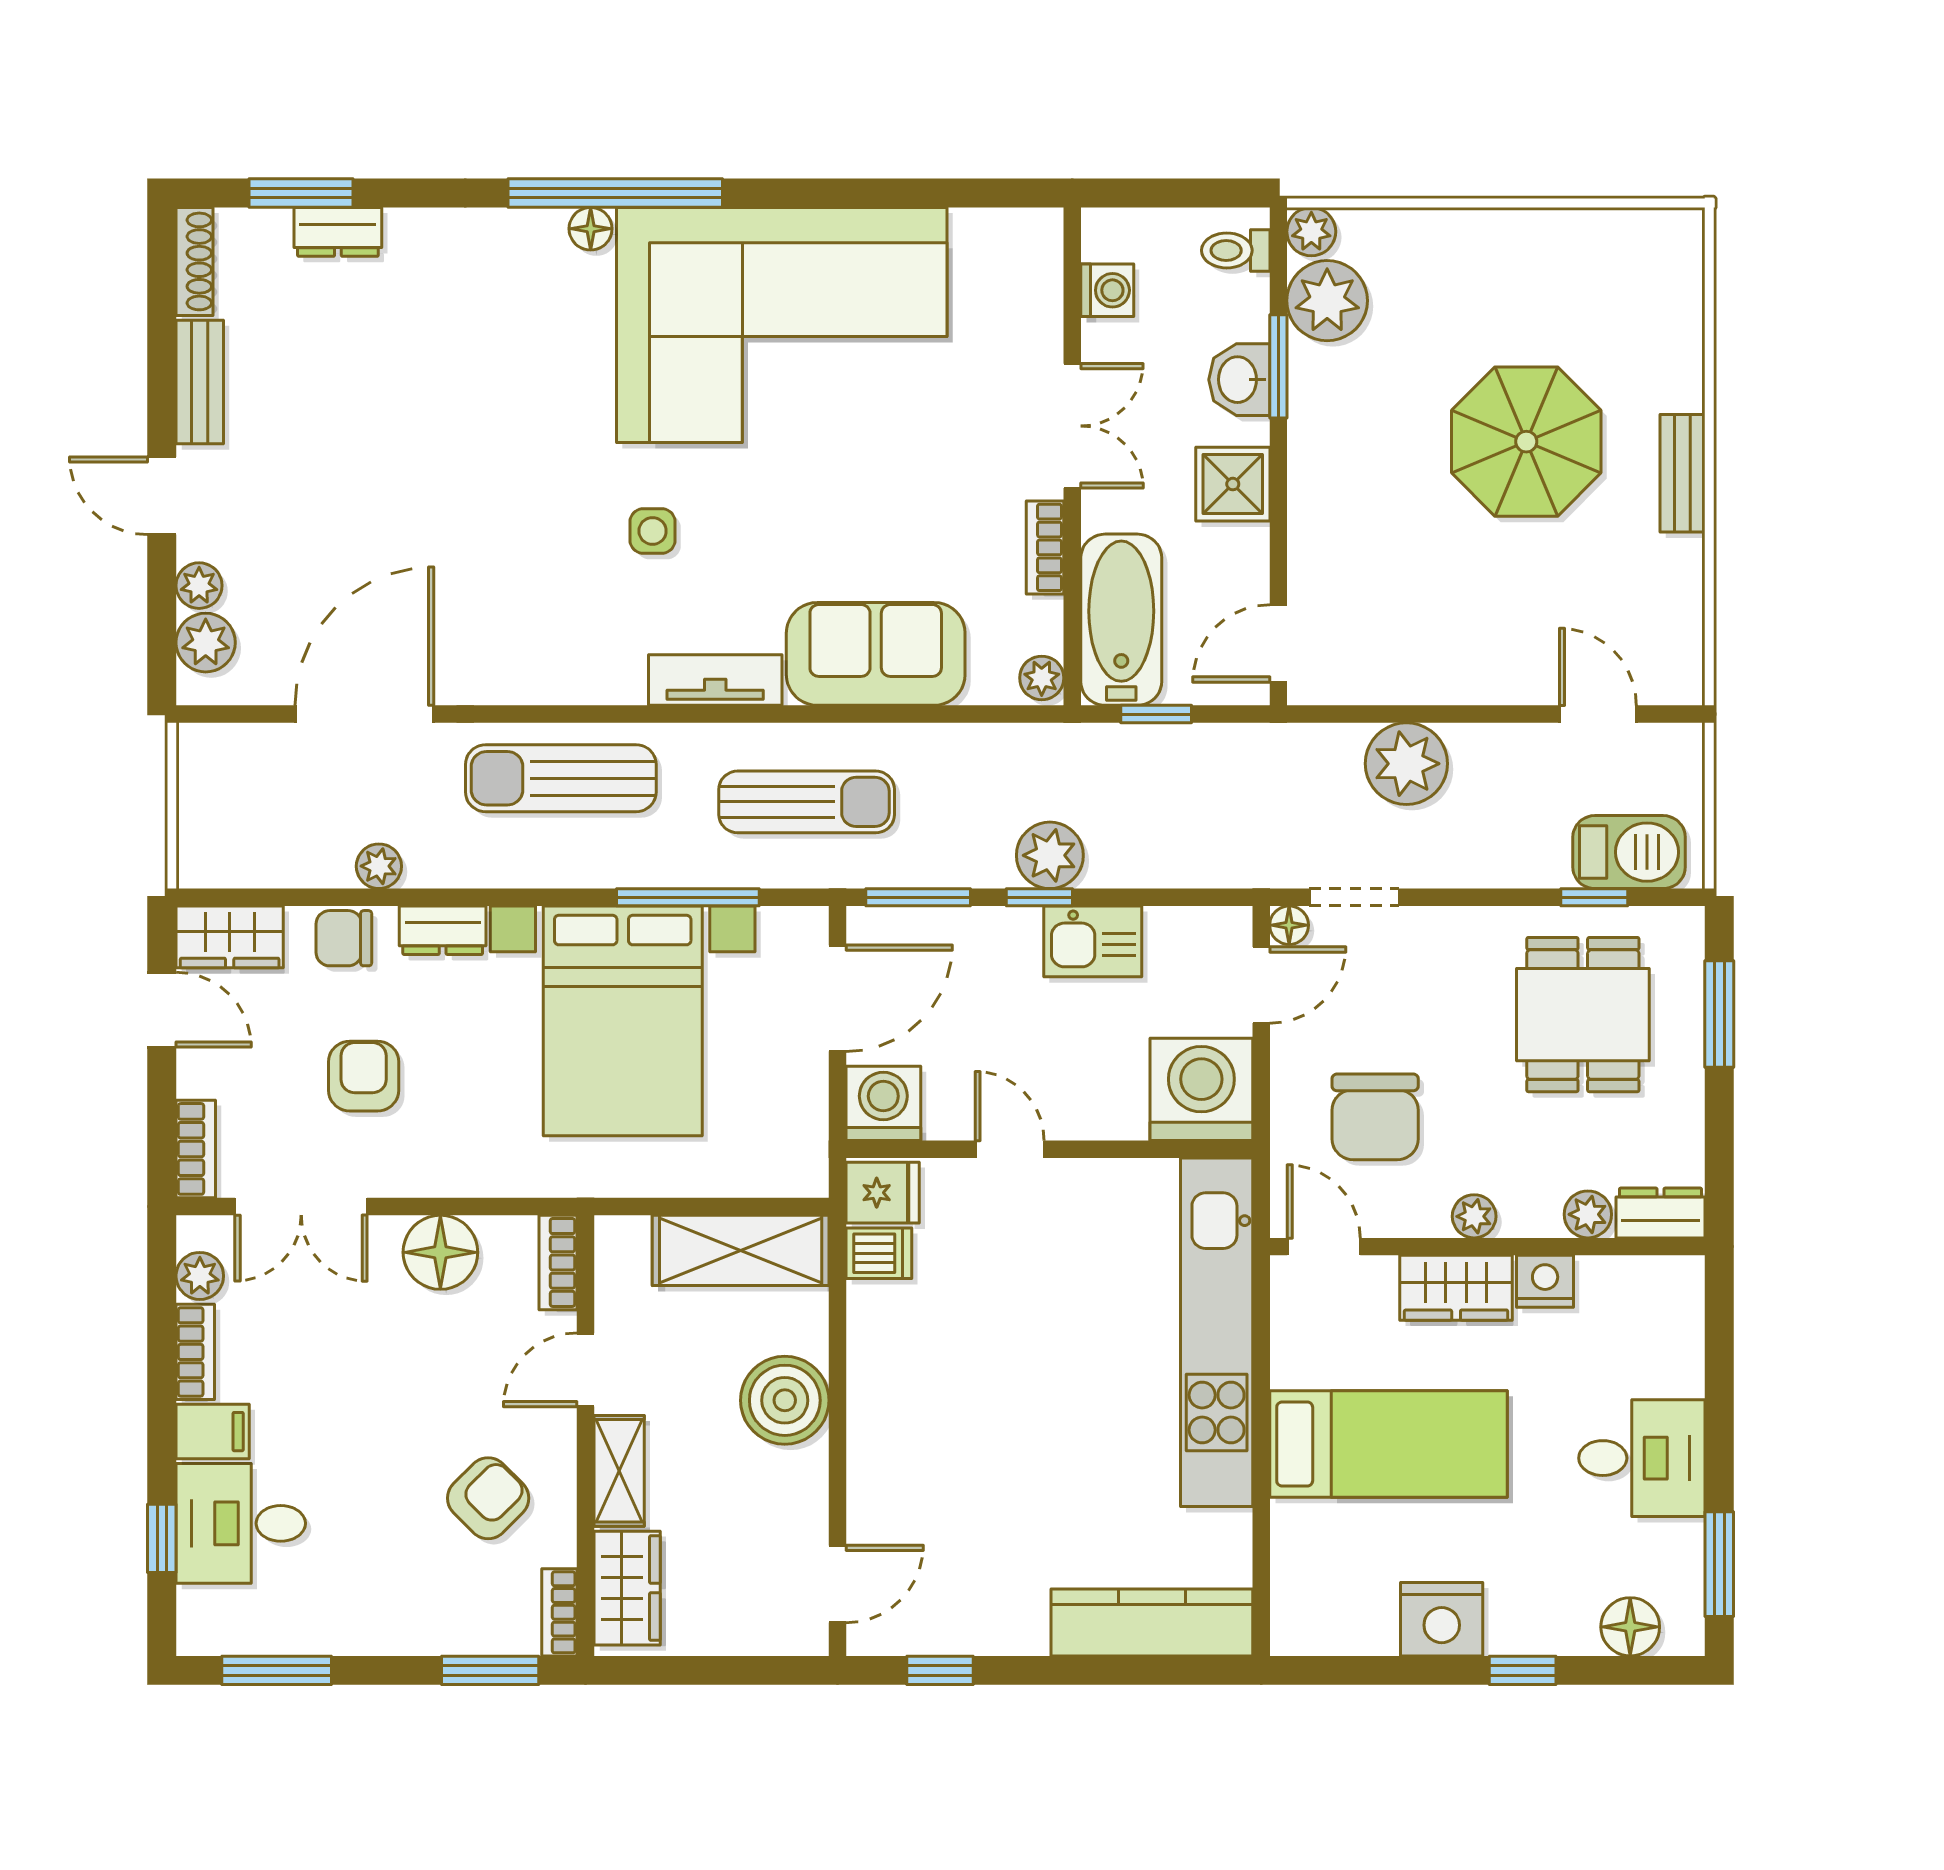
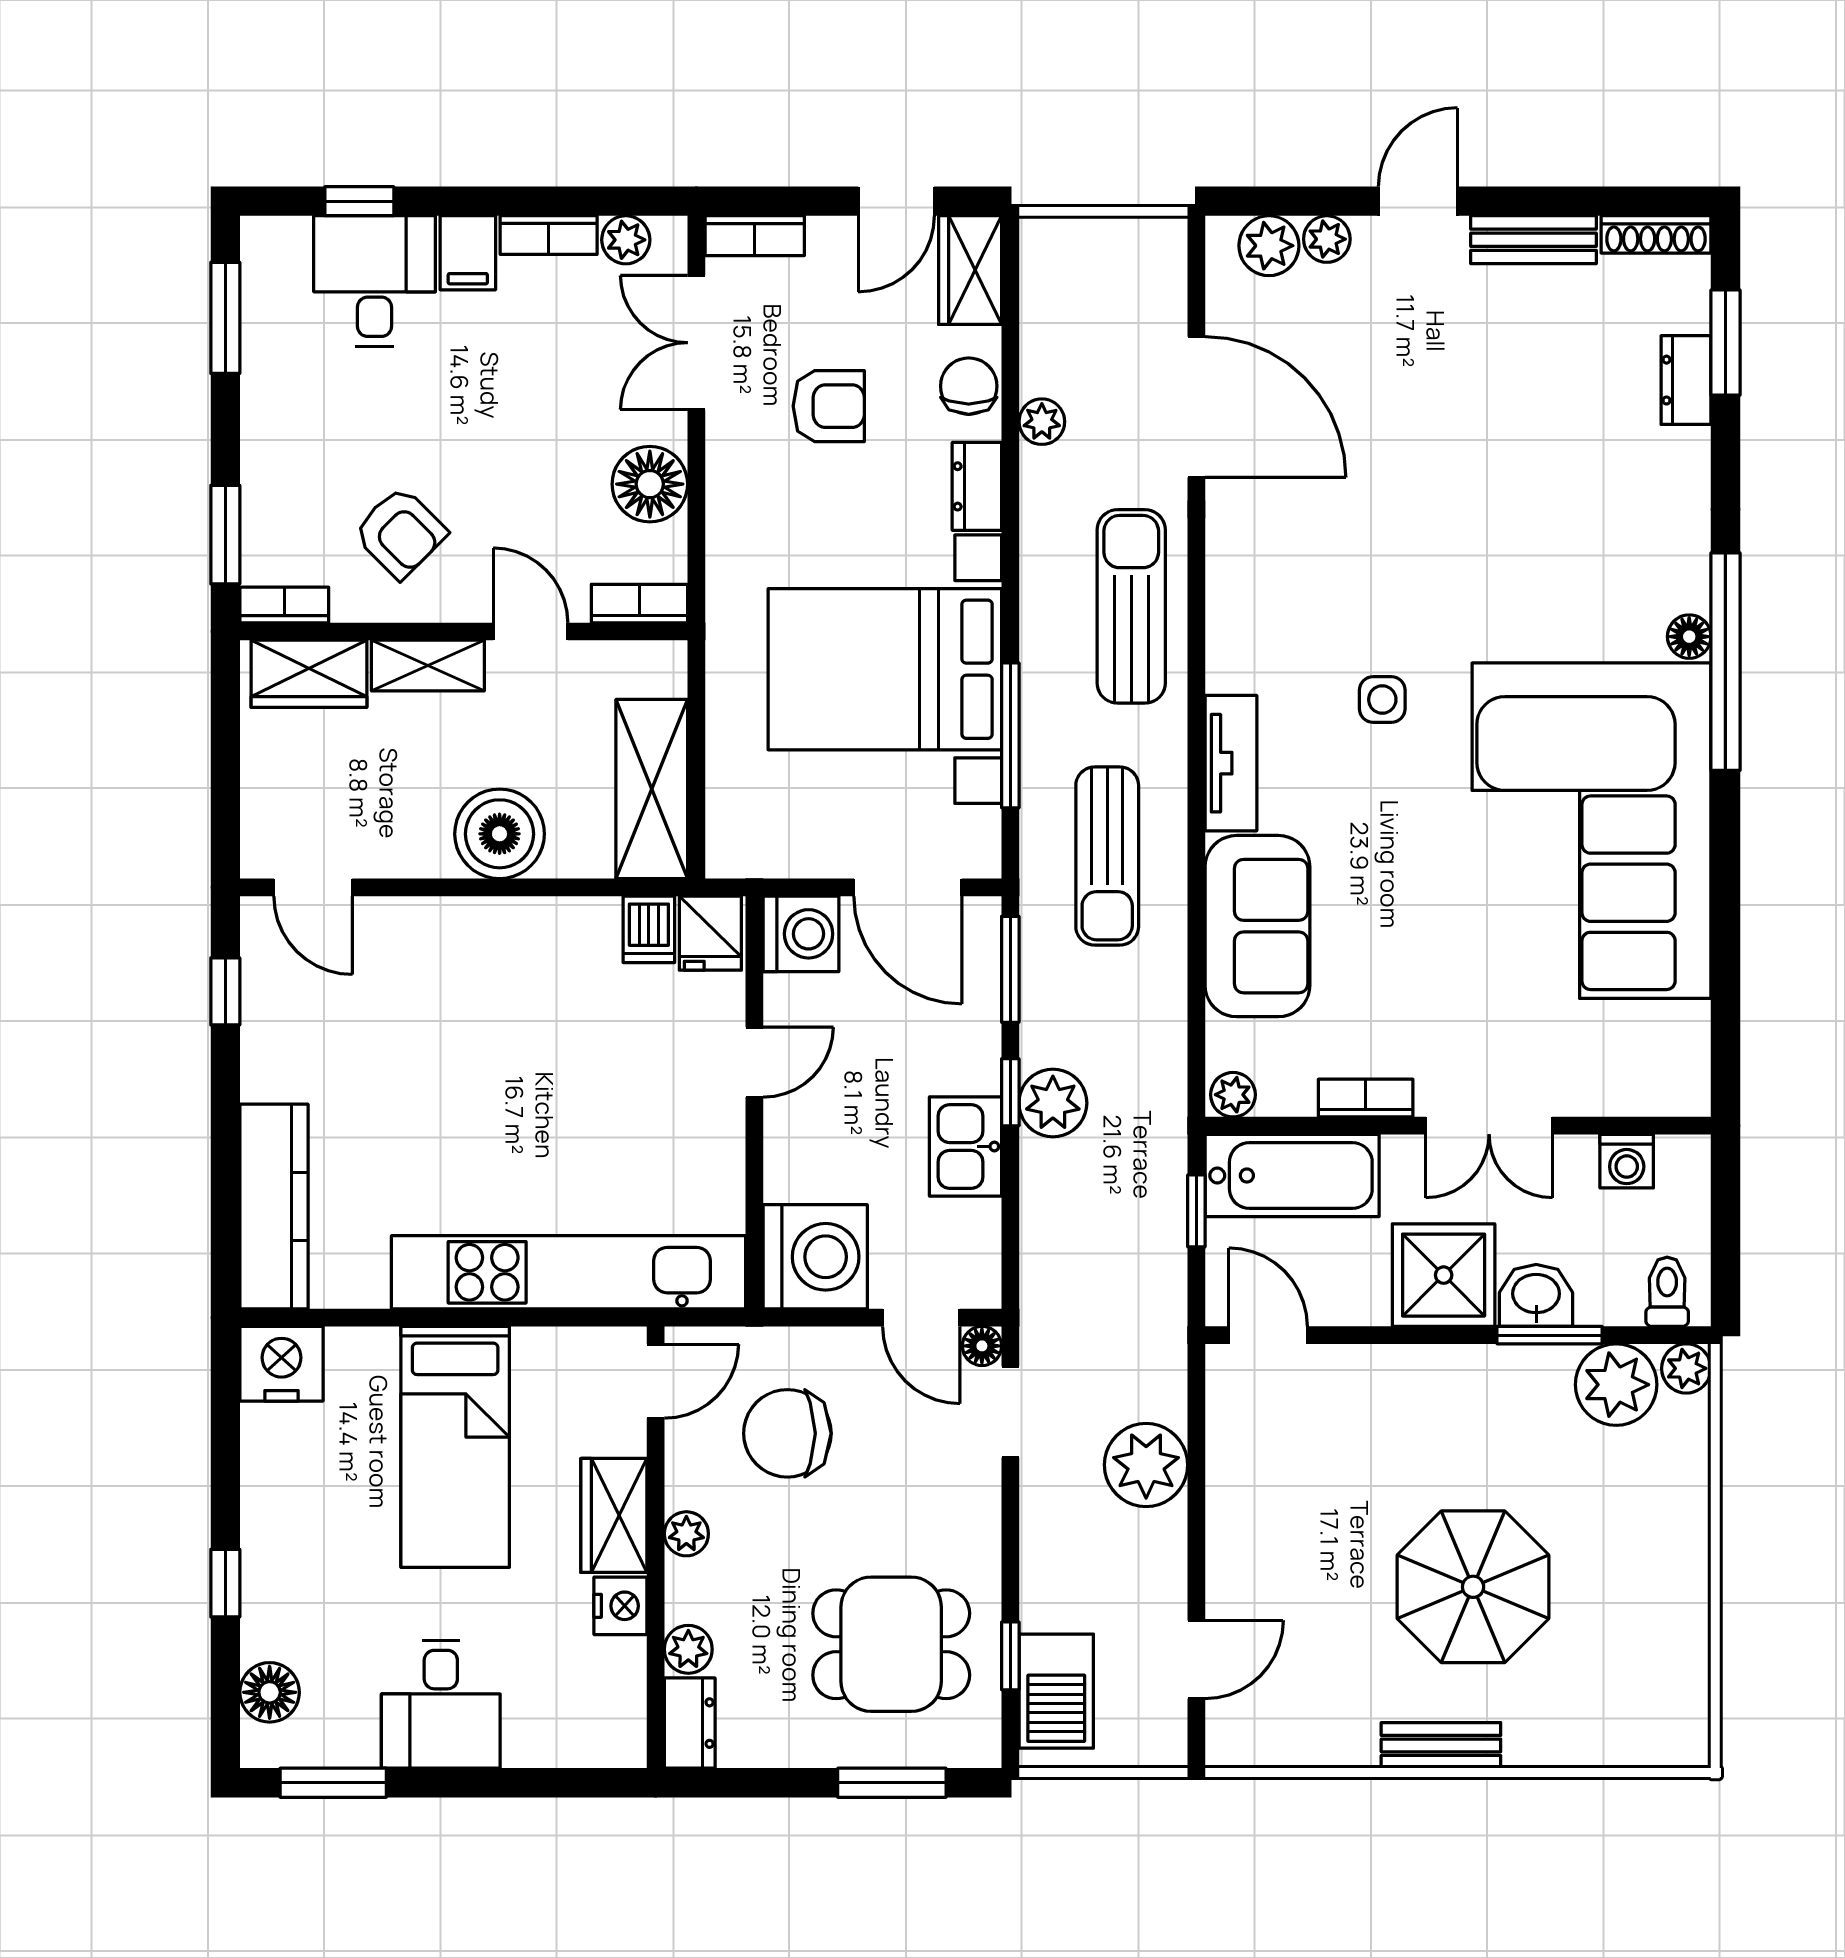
shower: (1233, 484) -> (1444, 1275), width x1.36, depth x1.36
nightstand: (1442, 1619) -> (281, 1364), moved, turned 90

